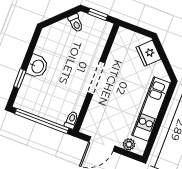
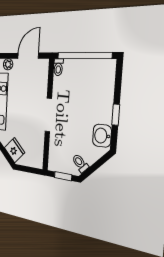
washbasin: (37, 66) -> (102, 136), moved
window: (20, 79) -> (116, 115), moved

